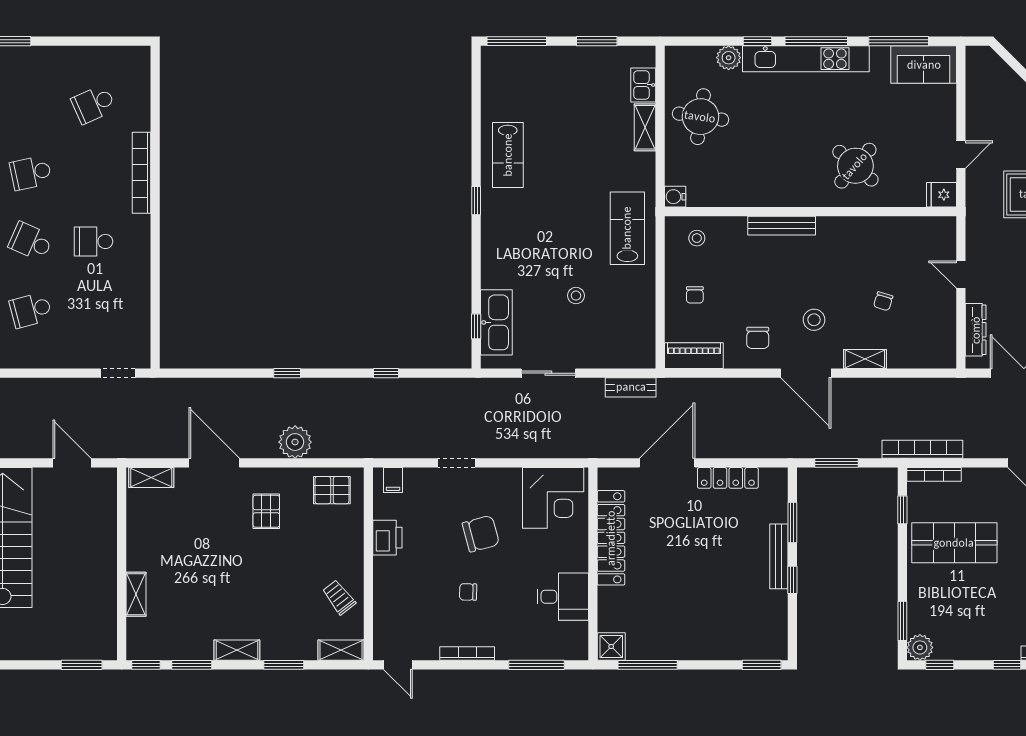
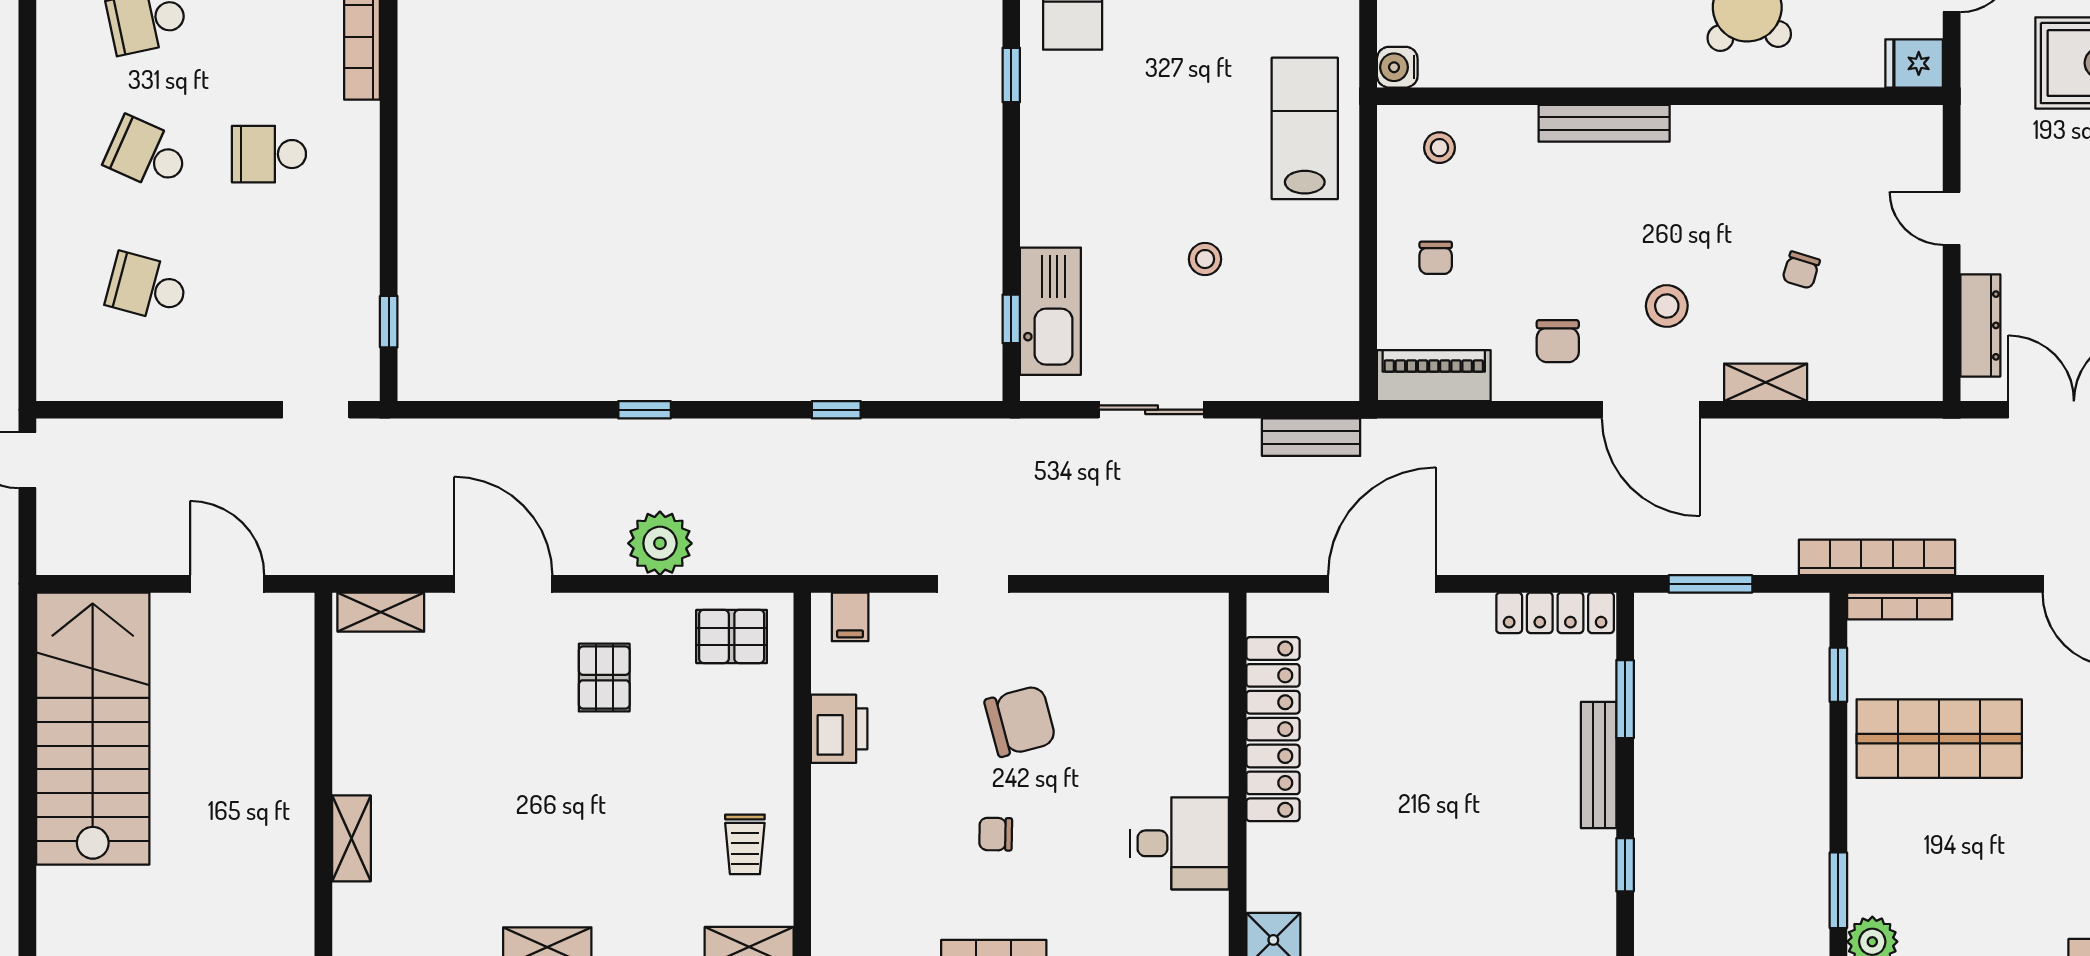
school desk: (31, 310) -> (147, 287), turned 30
window: (155, 328) -> (389, 322), added
locker: (728, 478) -> (1555, 613), moved
corner desk: (553, 498) -> (1161, 652), removed
window: (792, 580) -> (1625, 865), moved
trolley: (339, 597) -> (745, 844), turned -142

